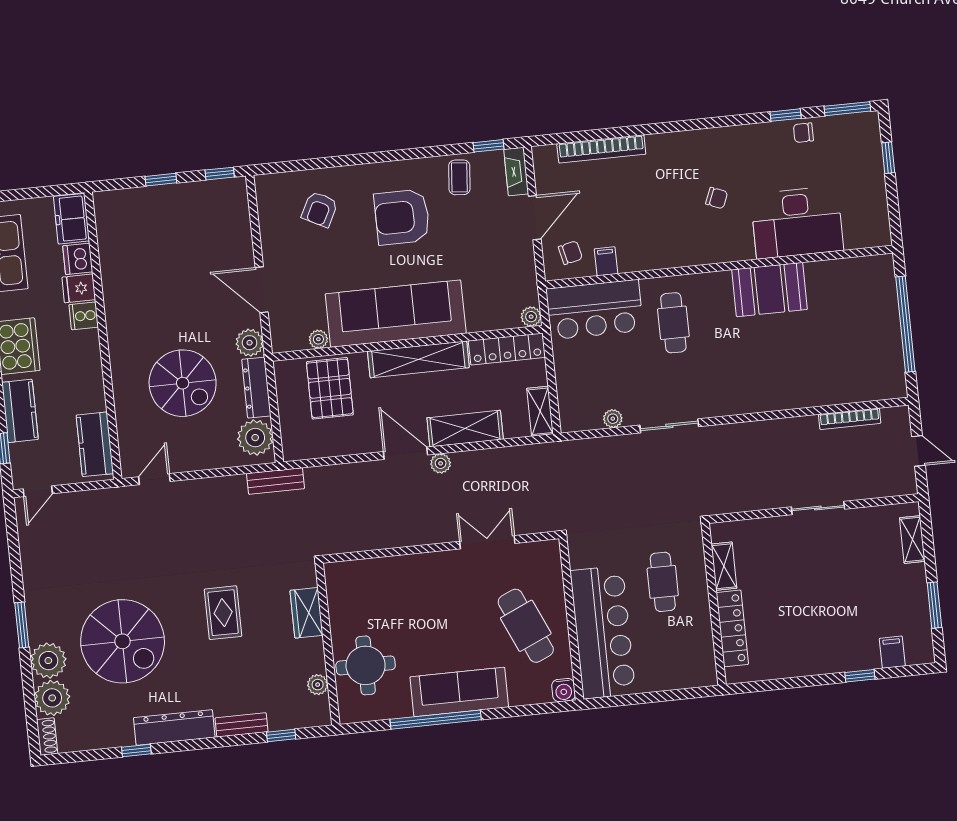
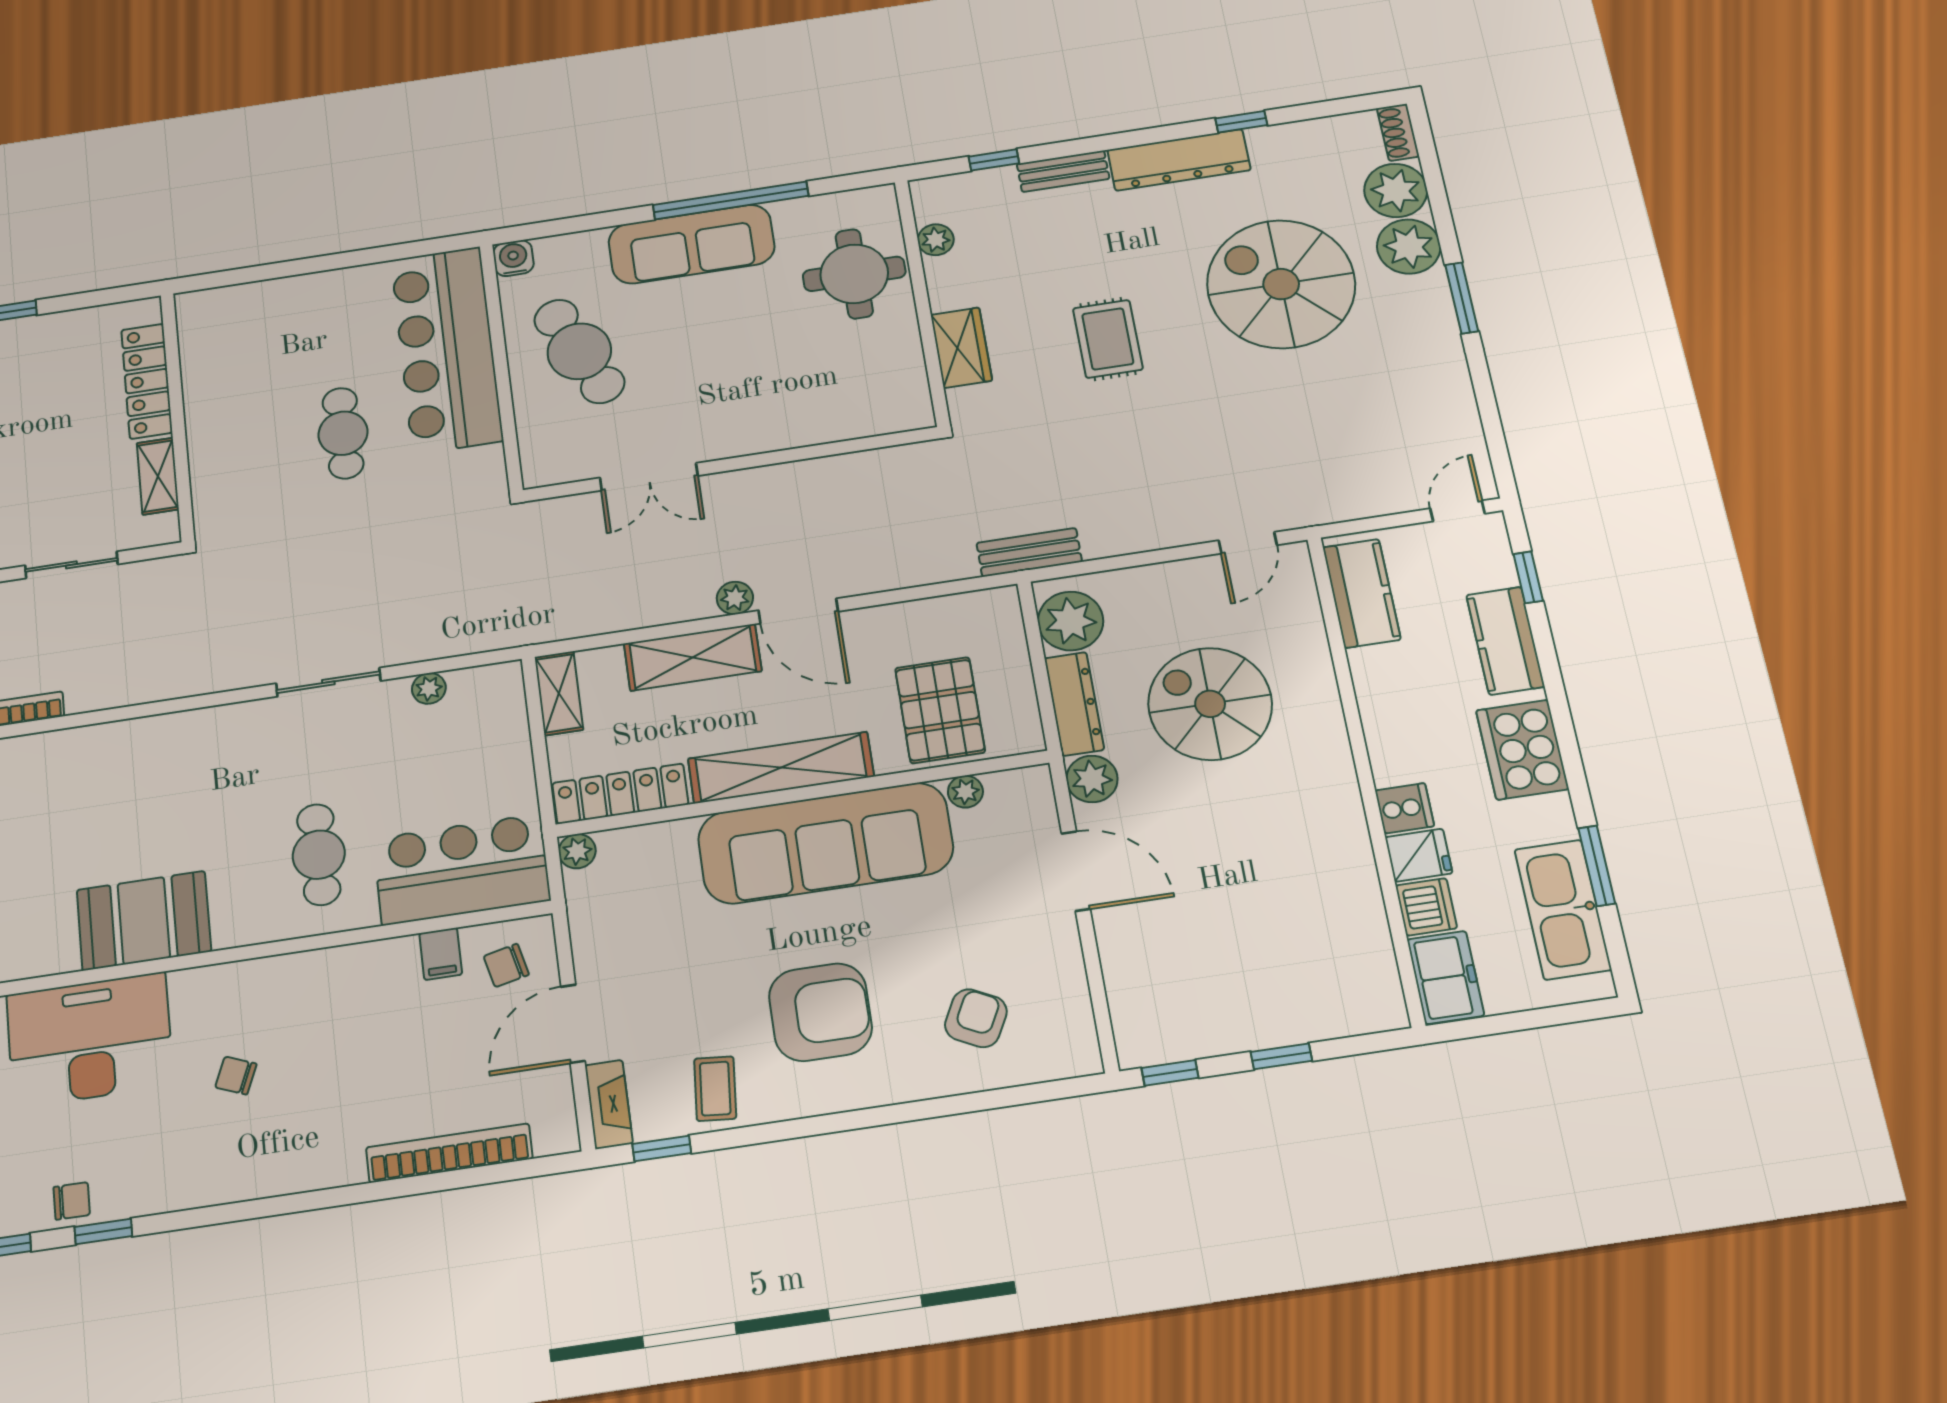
shelving: (724, 566) -> (158, 476), moved
wall: (714, 604) -> (177, 416), moved
locker: (732, 628) -> (147, 381), moved

